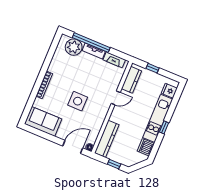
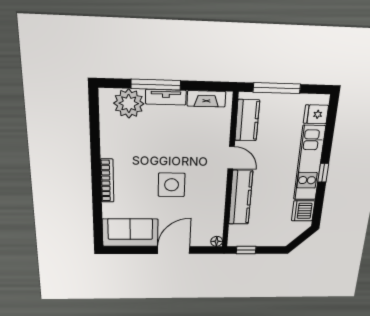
window: (91, 43) -> (156, 85), width x0.68
window: (153, 68) -> (277, 88), width x2.17
door: (116, 98) -> (231, 158), hinge flipped
kitchen counter: (107, 139) -> (241, 198), moved
door: (73, 147) -> (174, 250), moved
window: (114, 164) -> (246, 250), moved

